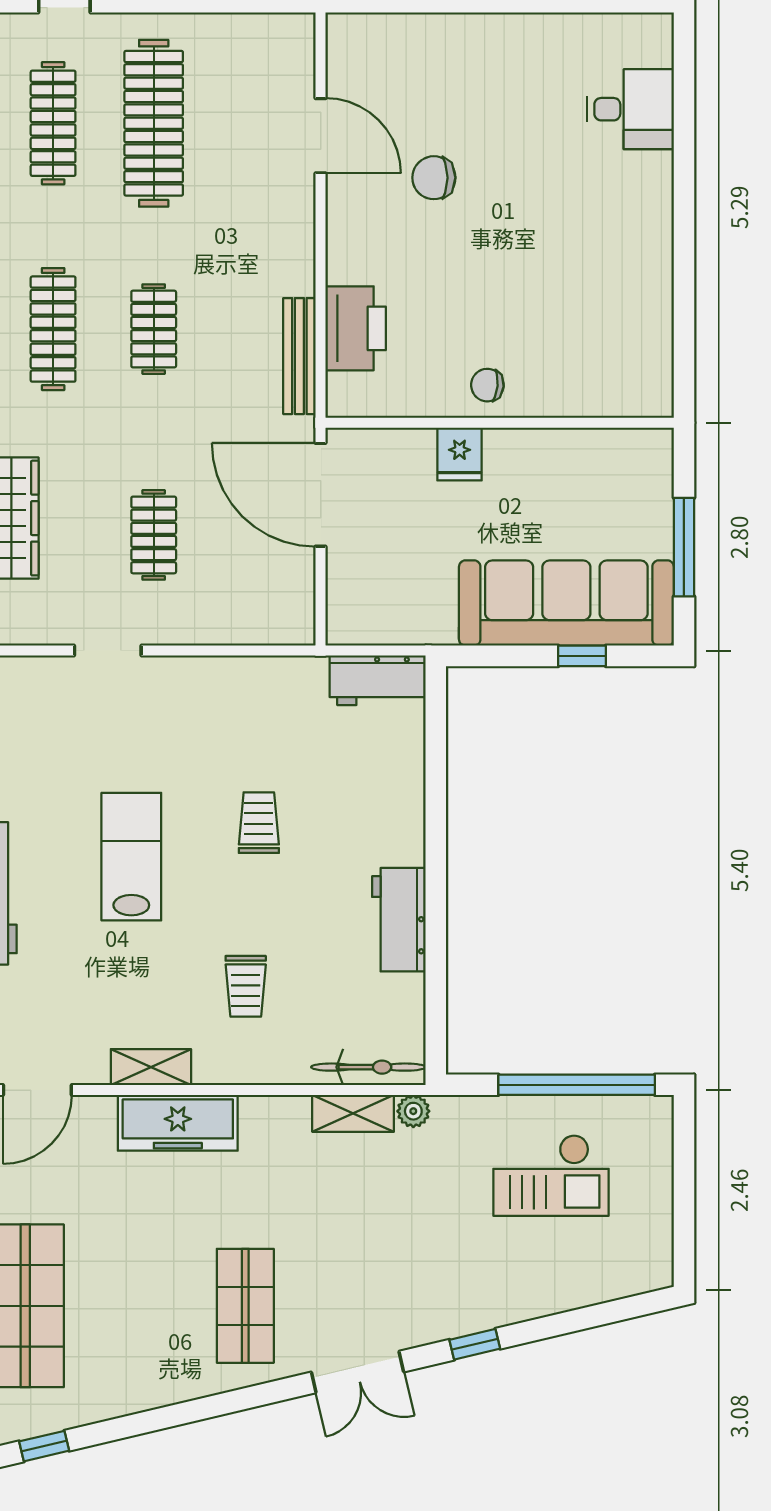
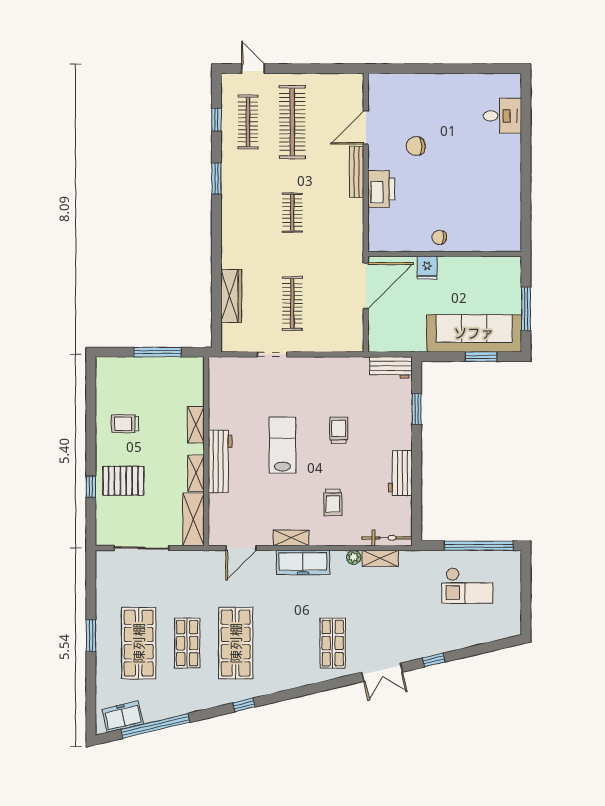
door: (321, 136) -> (366, 127), swing flipped
printer: (356, 328) -> (381, 189), moved
clothes rail: (53, 329) -> (248, 213), removed
bench: (299, 356) -> (357, 172), moved
door: (321, 495) -> (366, 286), swing flipped
clothes rail: (154, 535) -> (292, 303), width x1.36
window: (582, 656) -> (481, 357), width x1.50
window: (436, 775) -> (417, 409), added
plant: (413, 1111) -> (354, 557), moved

